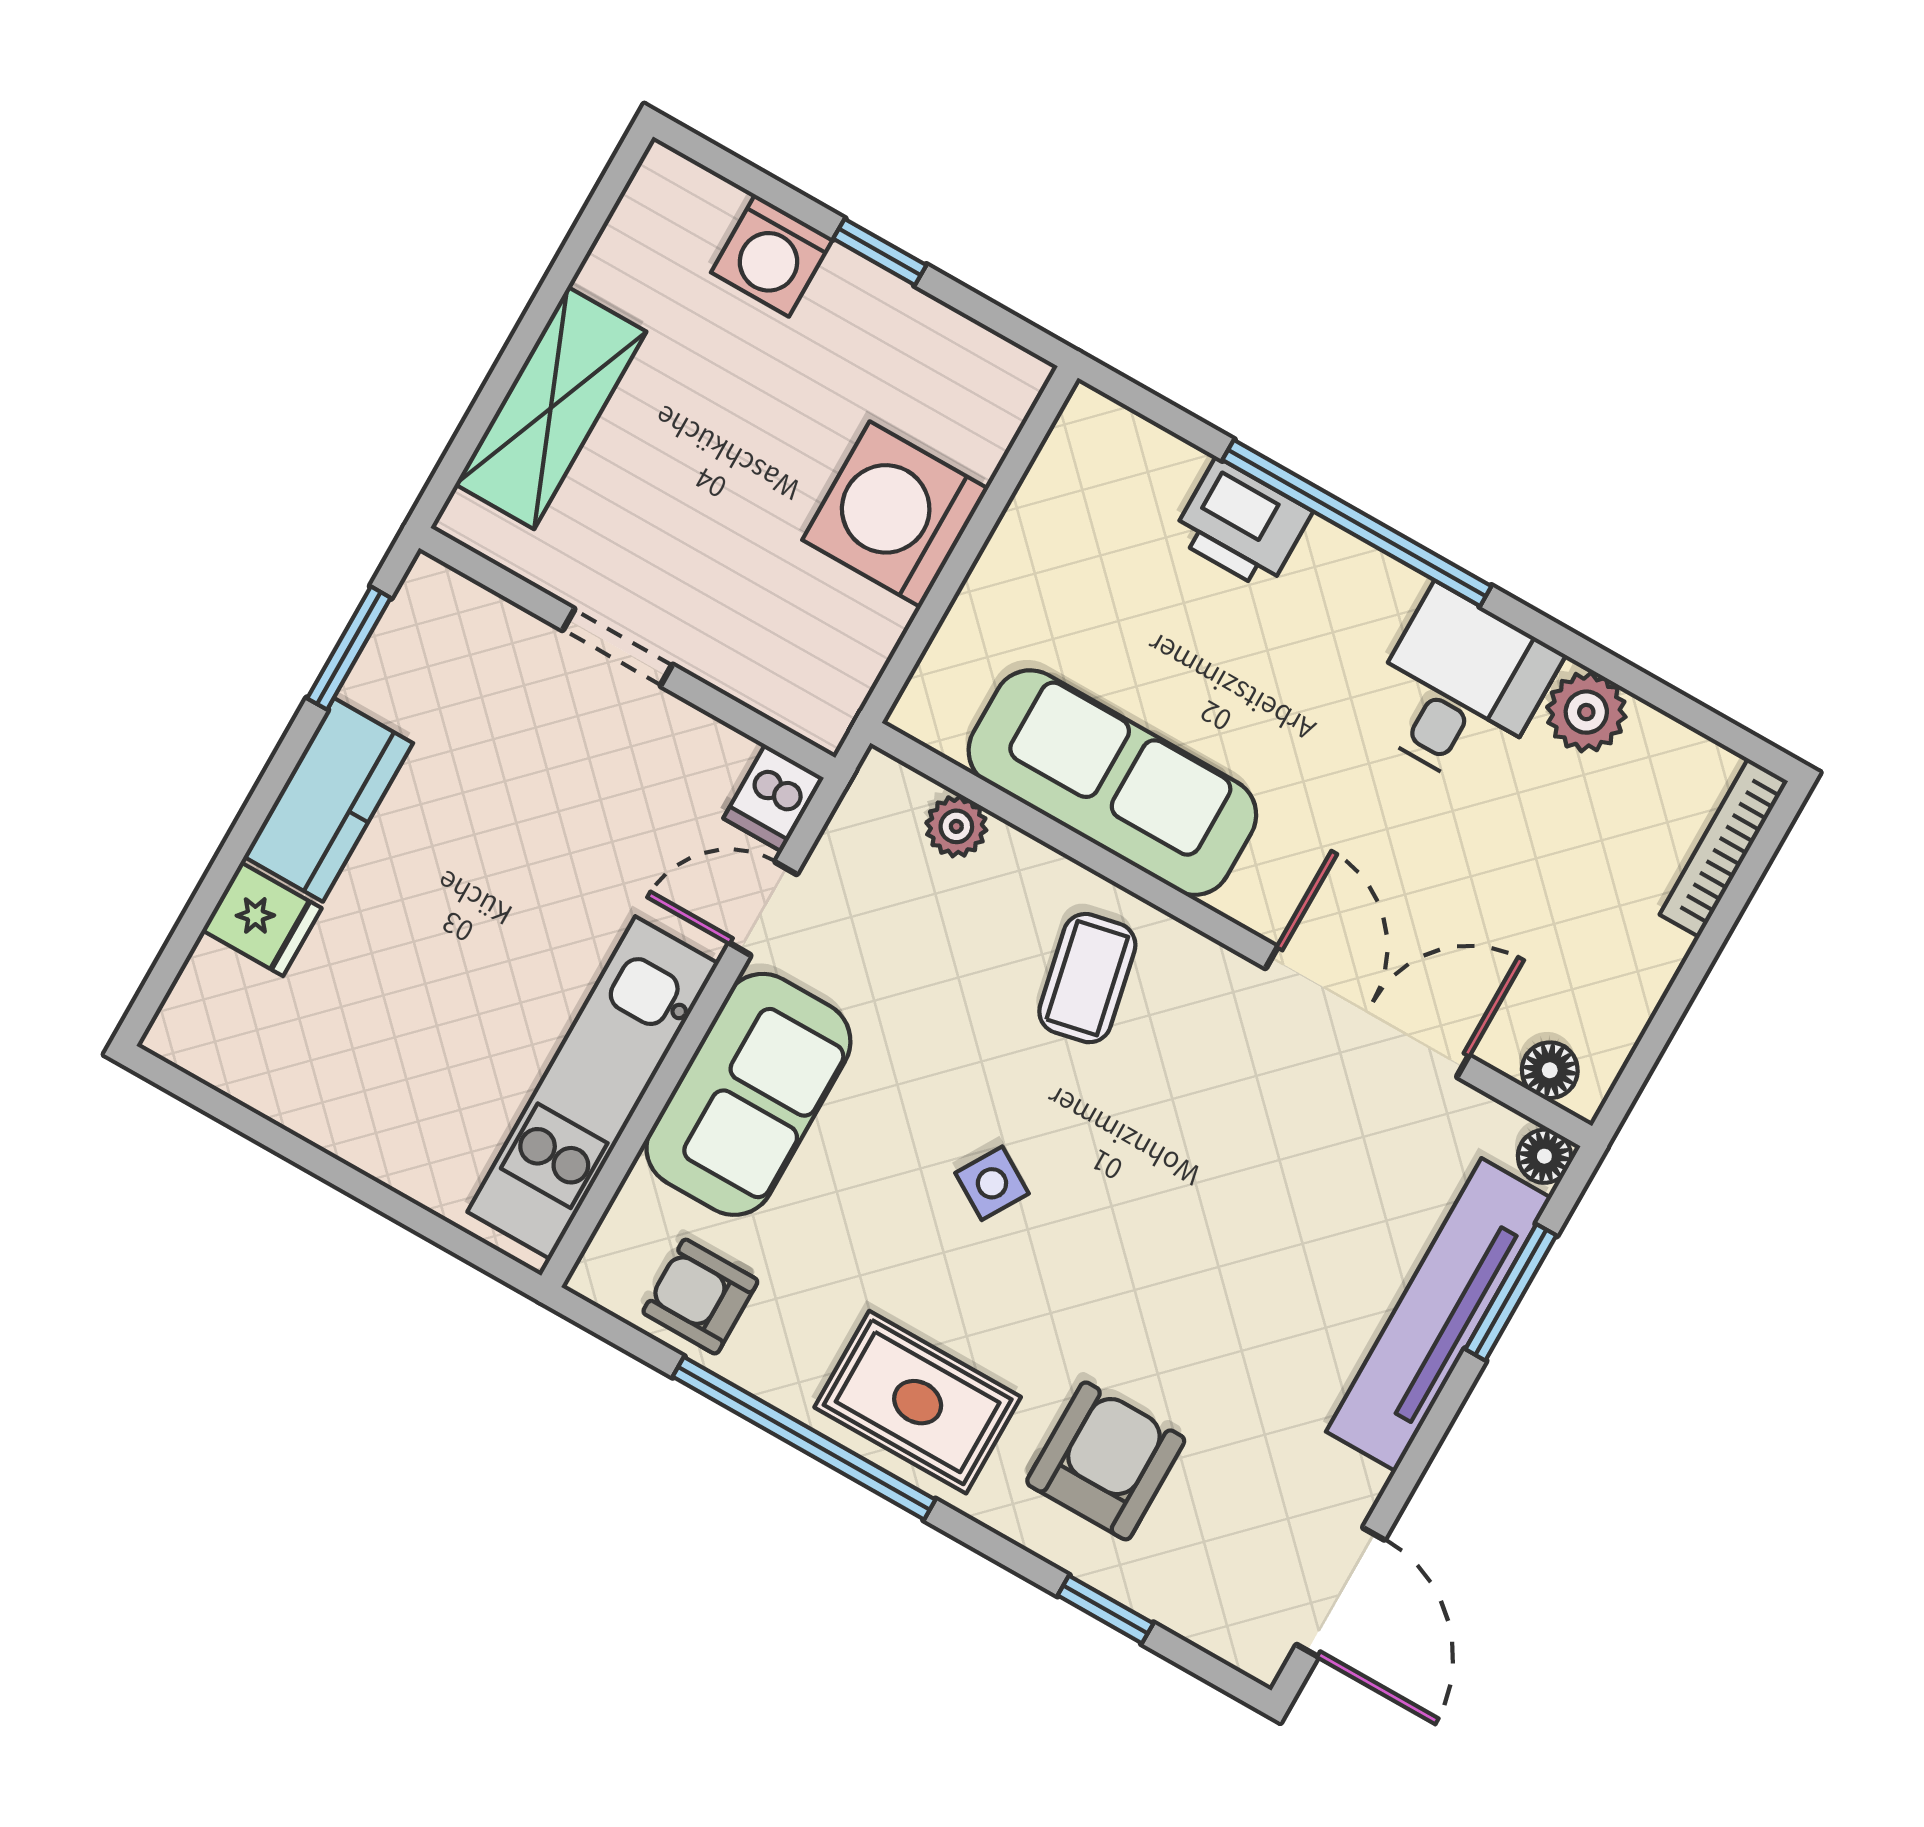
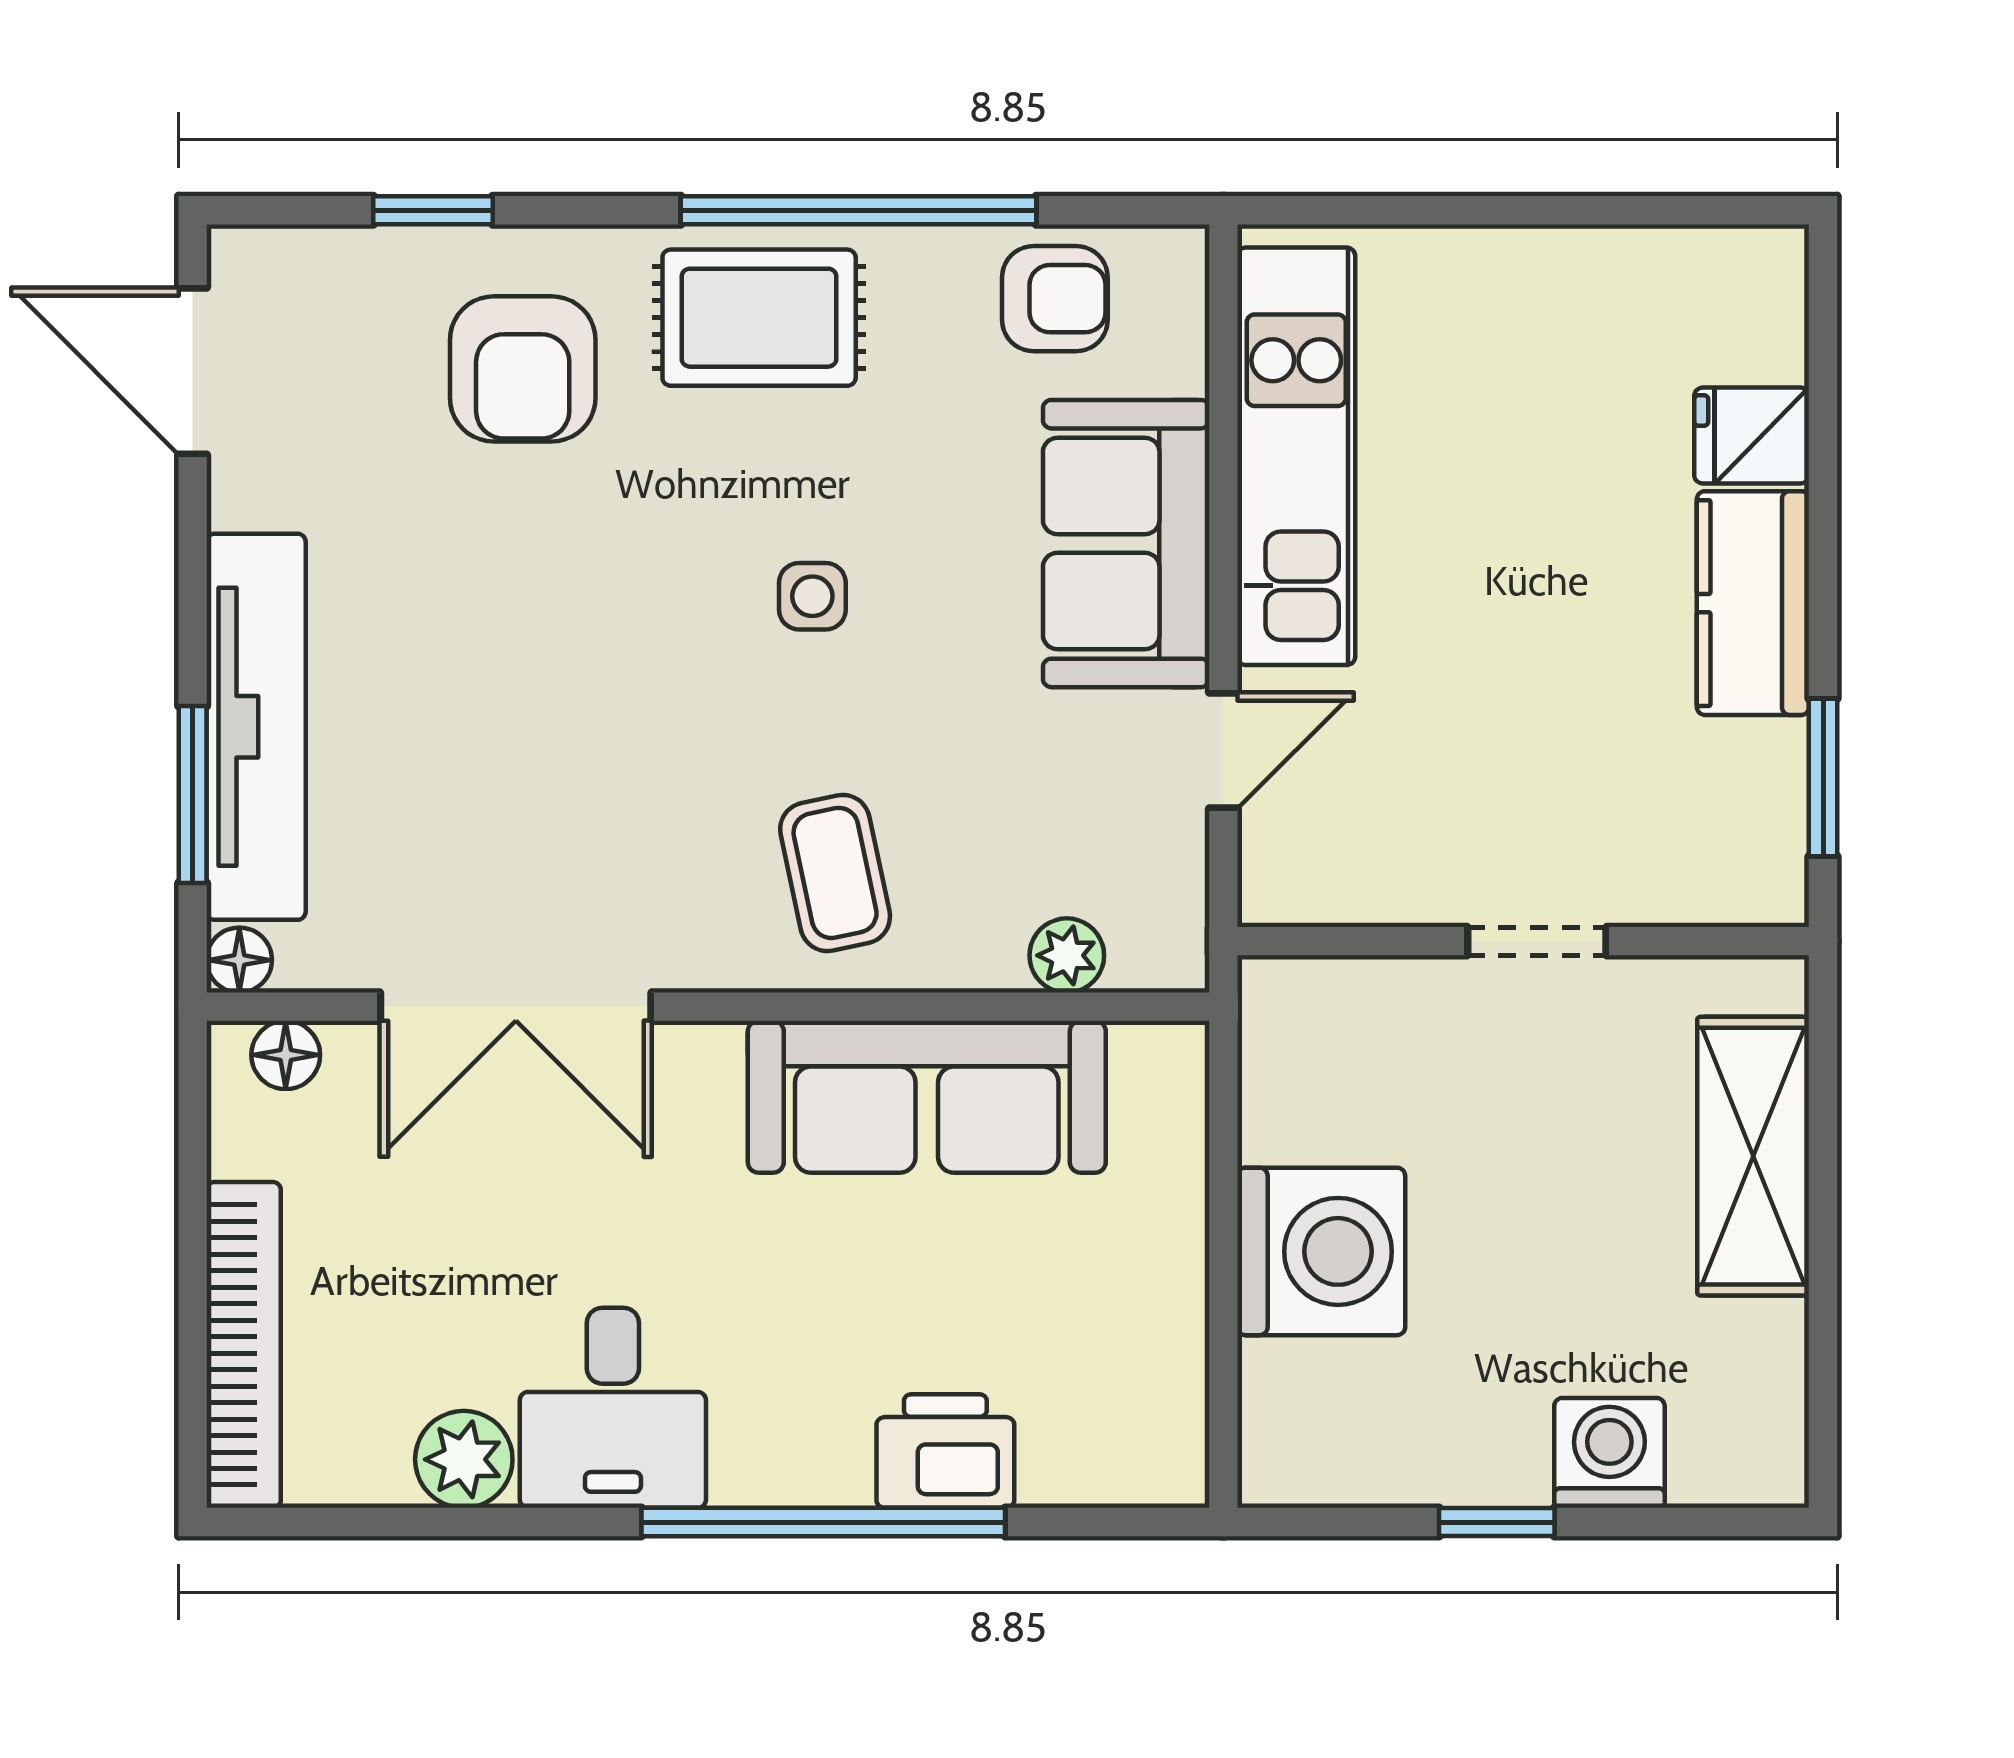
dishwasher: (773, 798) -> (1280, 875), removed
bookcase: (1724, 848) -> (244, 1345), width x1.48, depth x1.31
side table: (992, 1183) -> (812, 596), turned -31

